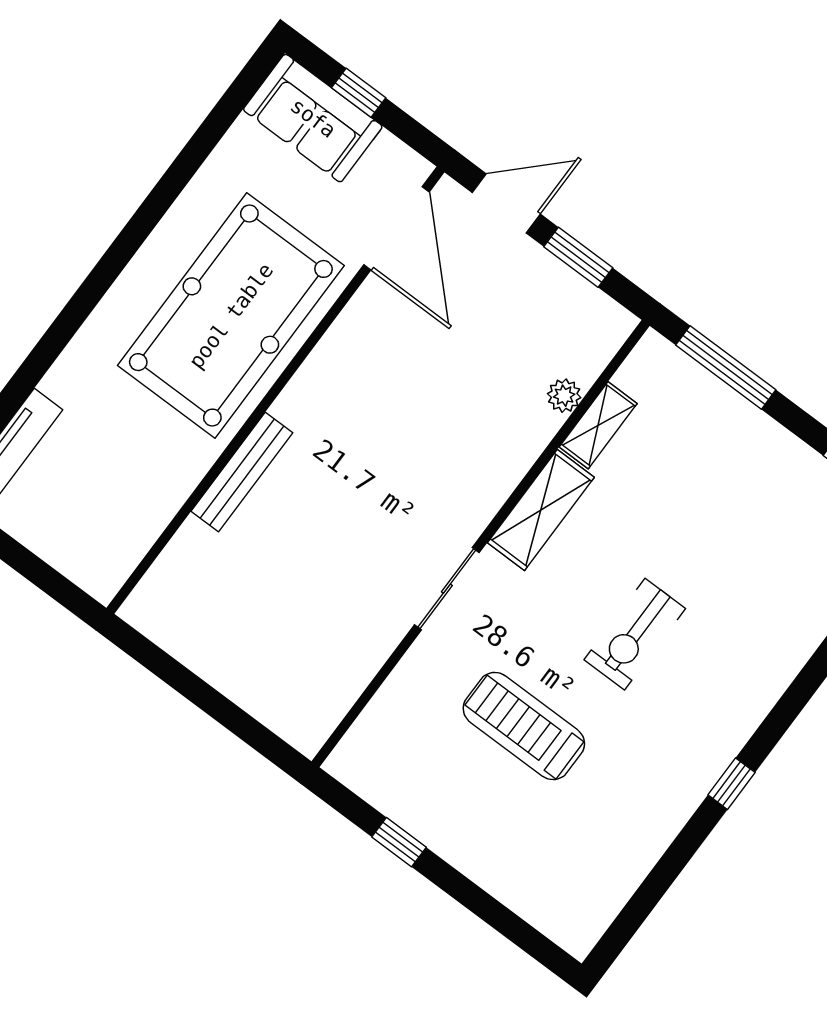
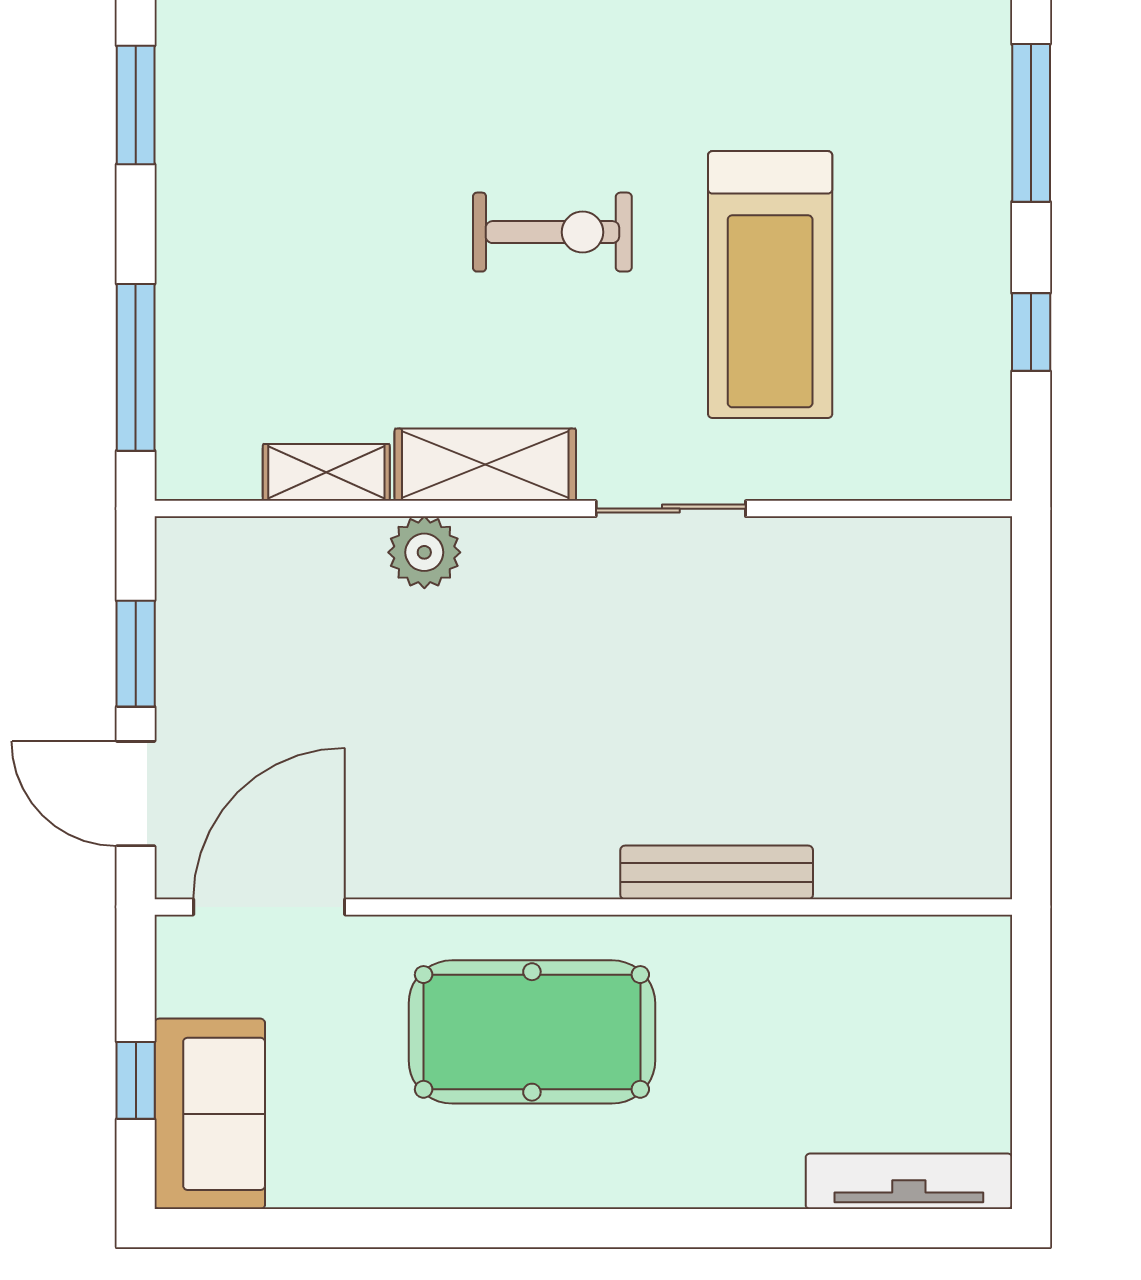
pool table: (231, 316) -> (532, 1032), width x0.73, depth x0.76
plant: (564, 396) -> (424, 552), moved, width x1.38, depth x1.38
treadmill: (524, 726) -> (770, 285), width x1.37, depth x1.38
window: (507, 923) -> (1031, 123), added

